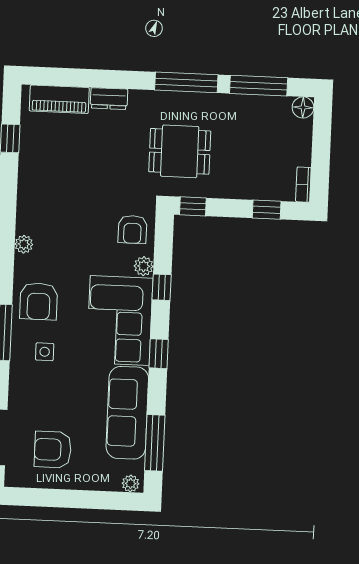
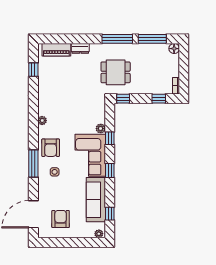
armchair: (132, 229) -> (94, 111), removed
window: (155, 443) -> (110, 214), width x0.46
armchair: (53, 450) -> (61, 219), turned 90

